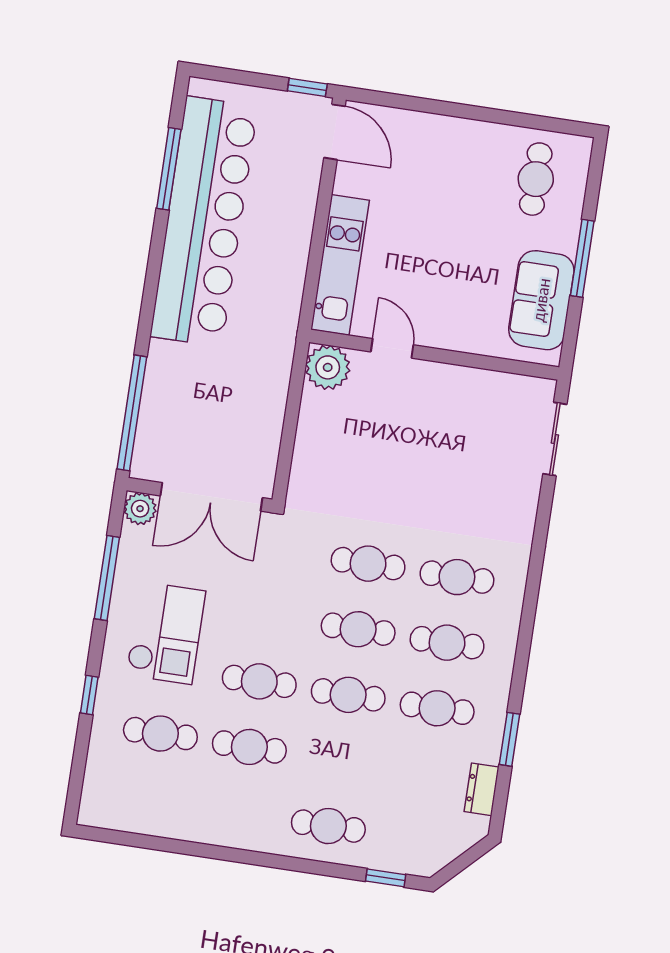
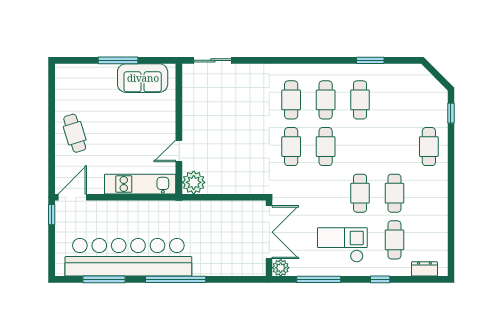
cafe table: (536, 179) -> (75, 133), moved, turned 73
window: (132, 413) -> (176, 279), moved
cafe table: (348, 695) -> (360, 147), removed
dresser: (482, 789) -> (424, 269), moved, turned 180

